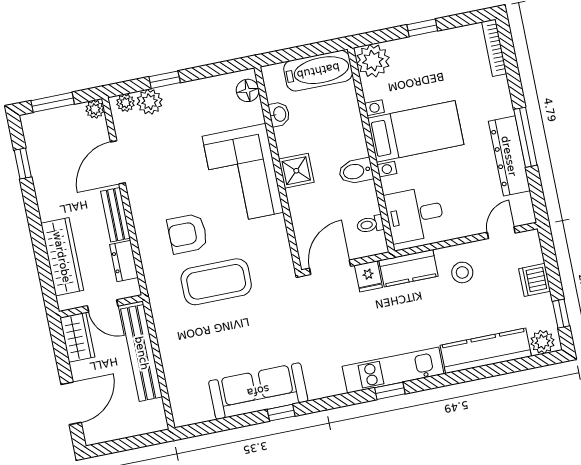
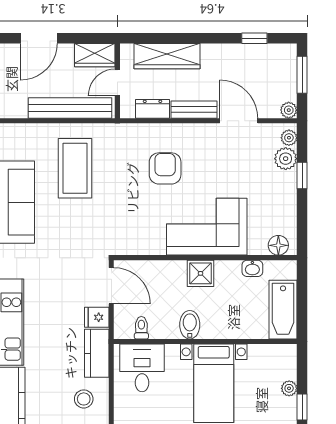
plant: (373, 61) -> (289, 388), moved, width x0.53, depth x0.53
coffee table: (216, 282) -> (75, 168), moved
door: (71, 403) -> (39, 38), hinge flipped

